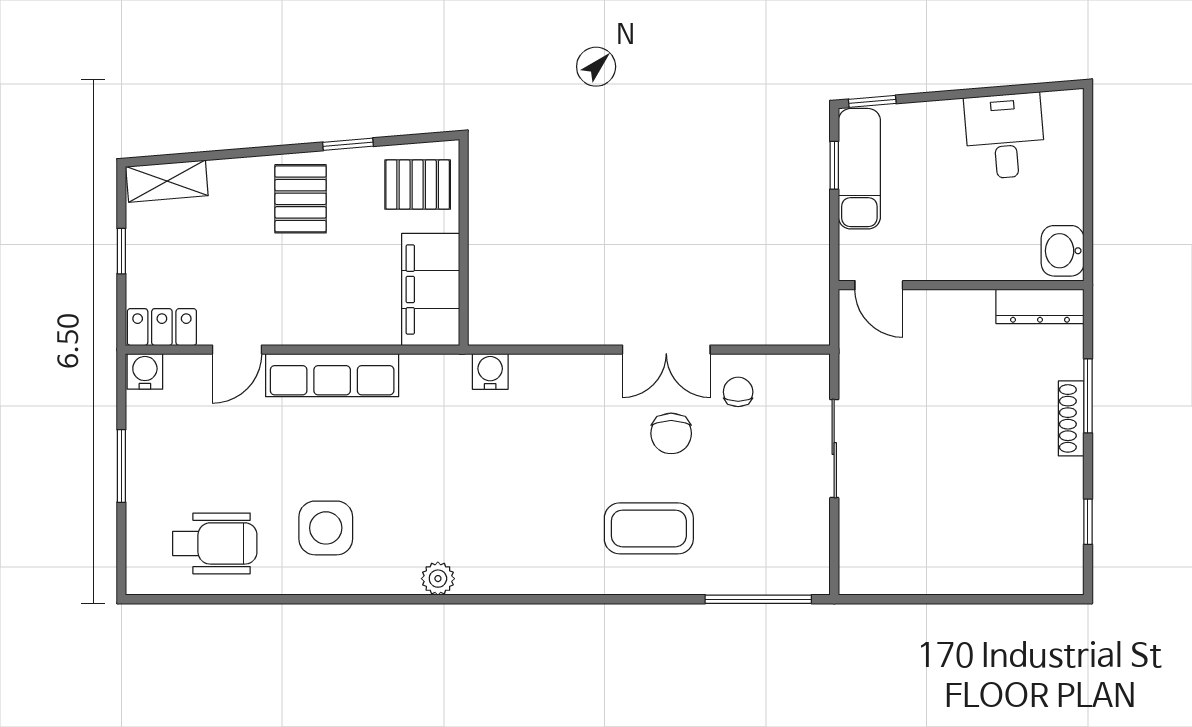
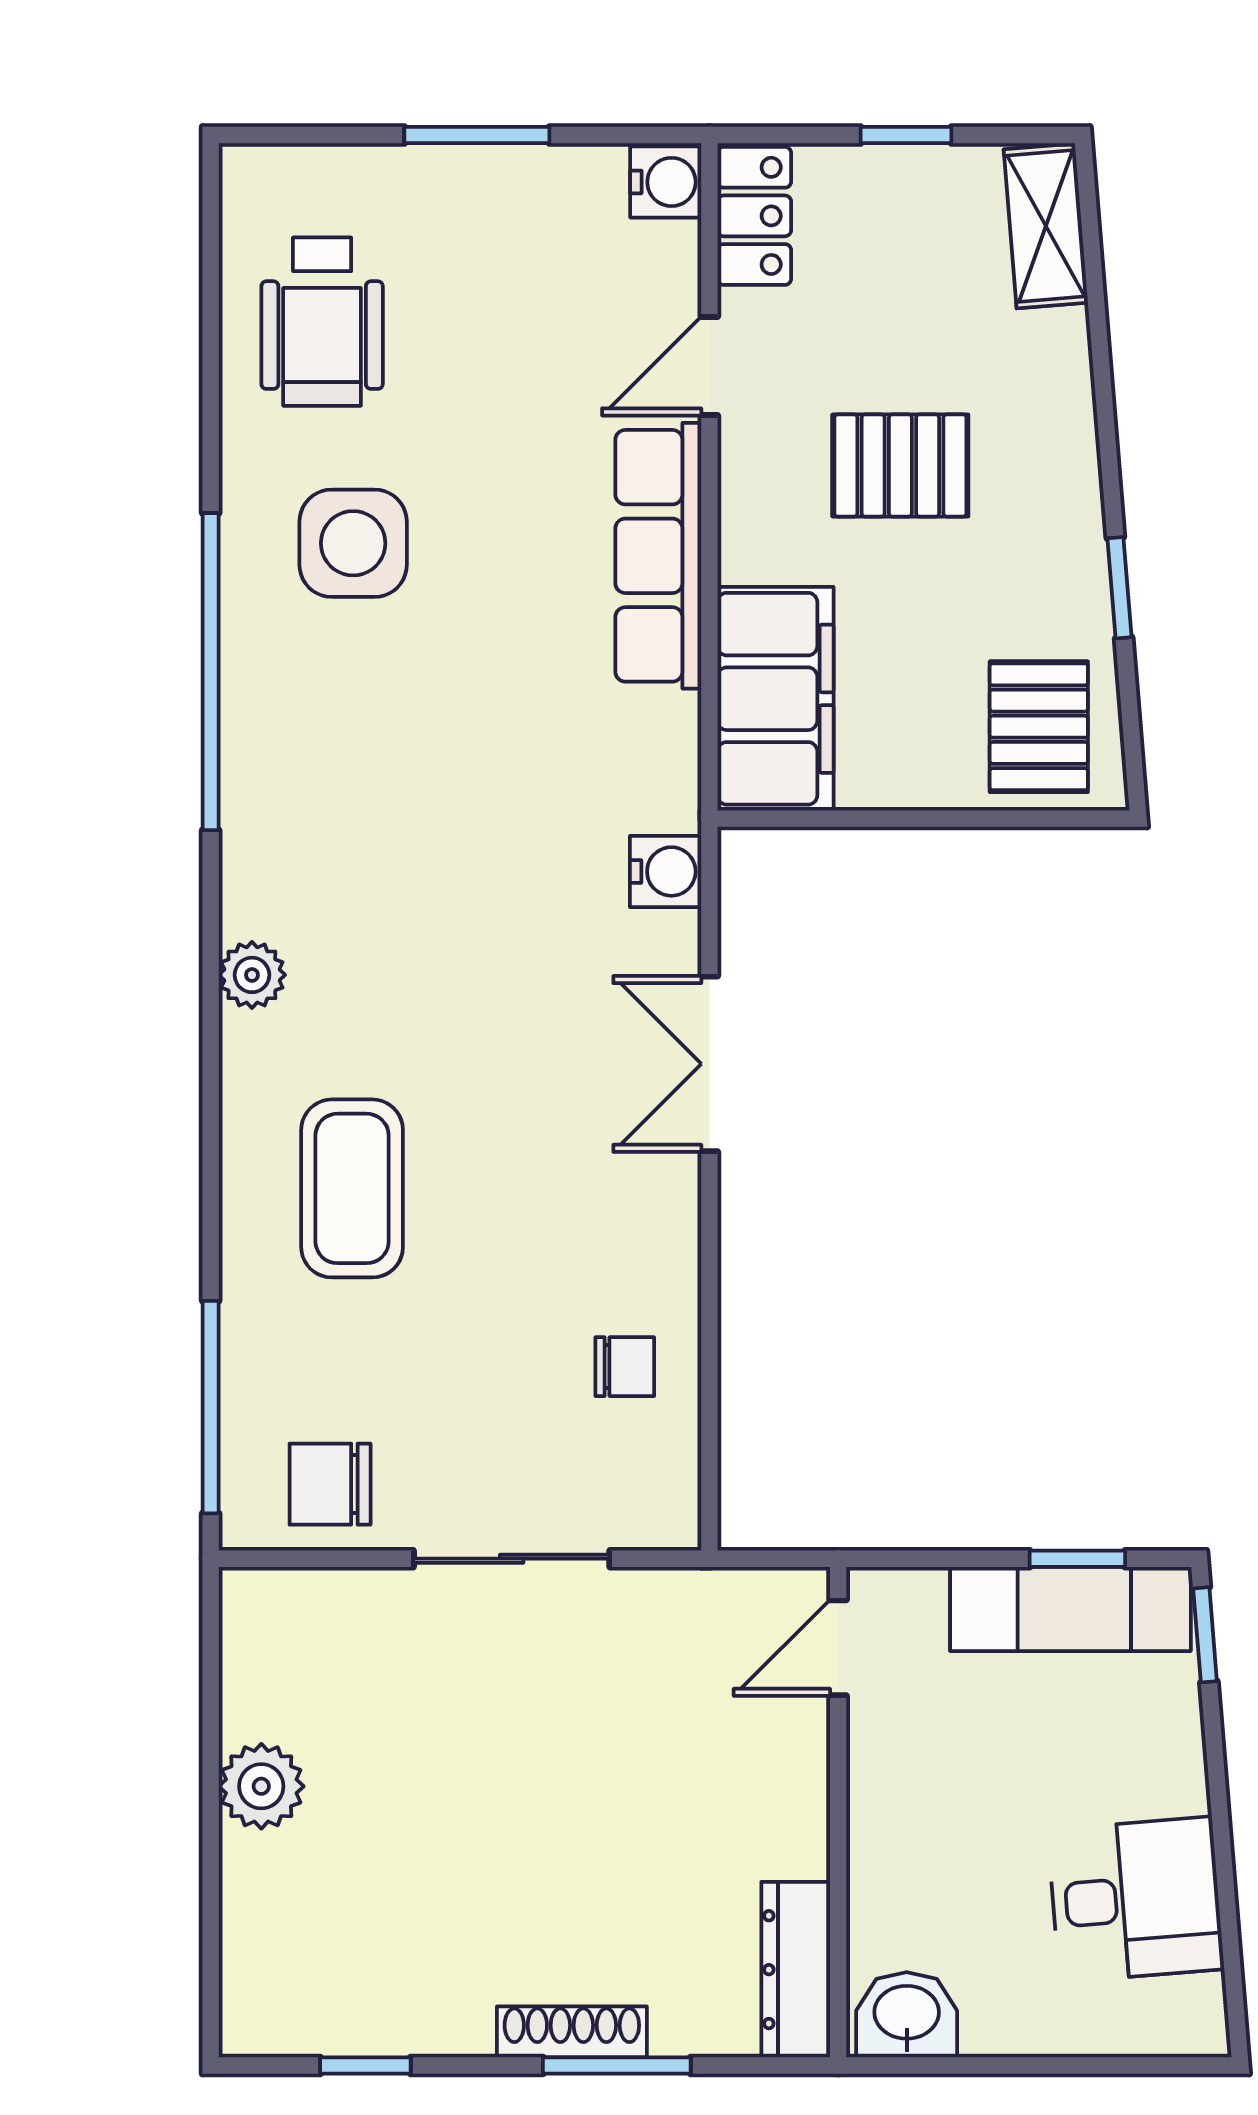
pallet: (301, 199) -> (900, 466), moved
filing cabinet: (431, 289) -> (775, 699), moved, turned 90
door: (237, 350) -> (709, 366), hinge flipped
double door: (666, 350) -> (709, 1064), moved
chair: (671, 433) -> (330, 1484), moved
plant: (948, 574) -> (261, 1786), added
plant: (438, 579) -> (252, 975), moved
window: (390, 599) -> (211, 672), added

